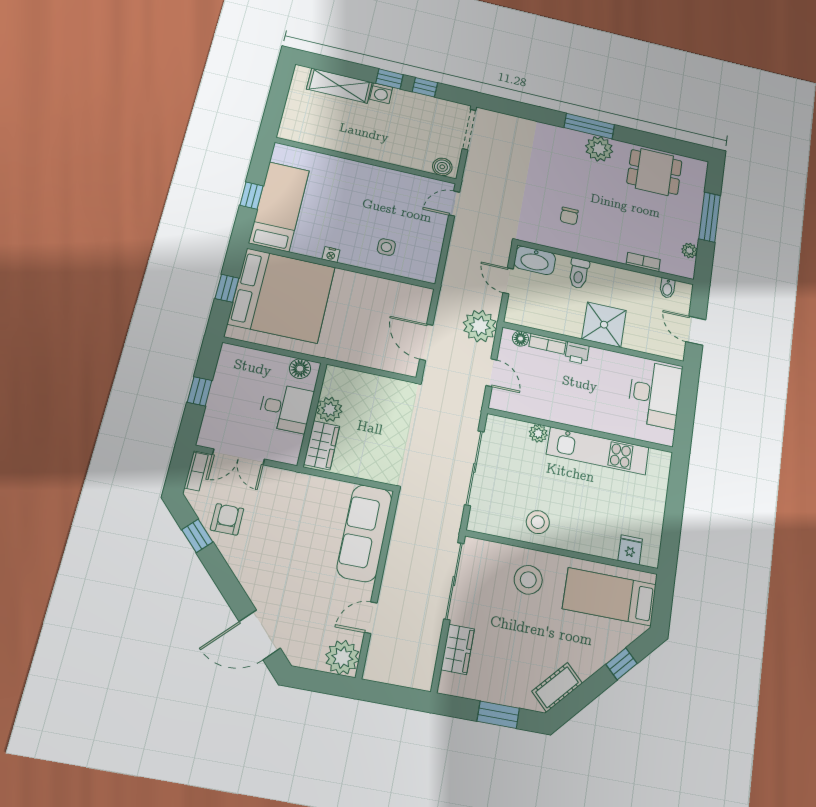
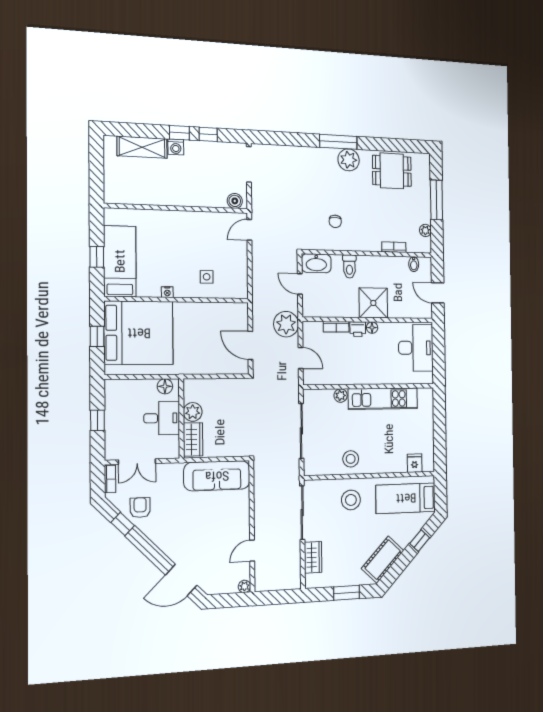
floor lamp: (521, 339) -> (372, 328), moved
sofa: (364, 533) -> (217, 476), moved, turned -90
plant: (342, 657) -> (244, 586), width x0.53, depth x0.53
cot: (557, 687) -> (383, 560), width x1.37, depth x1.34

